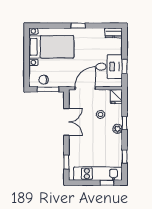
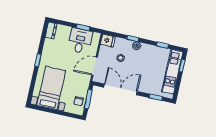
door: (85, 88) -> (94, 66), hinge flipped
double door: (66, 122) -> (120, 89), width x1.37

